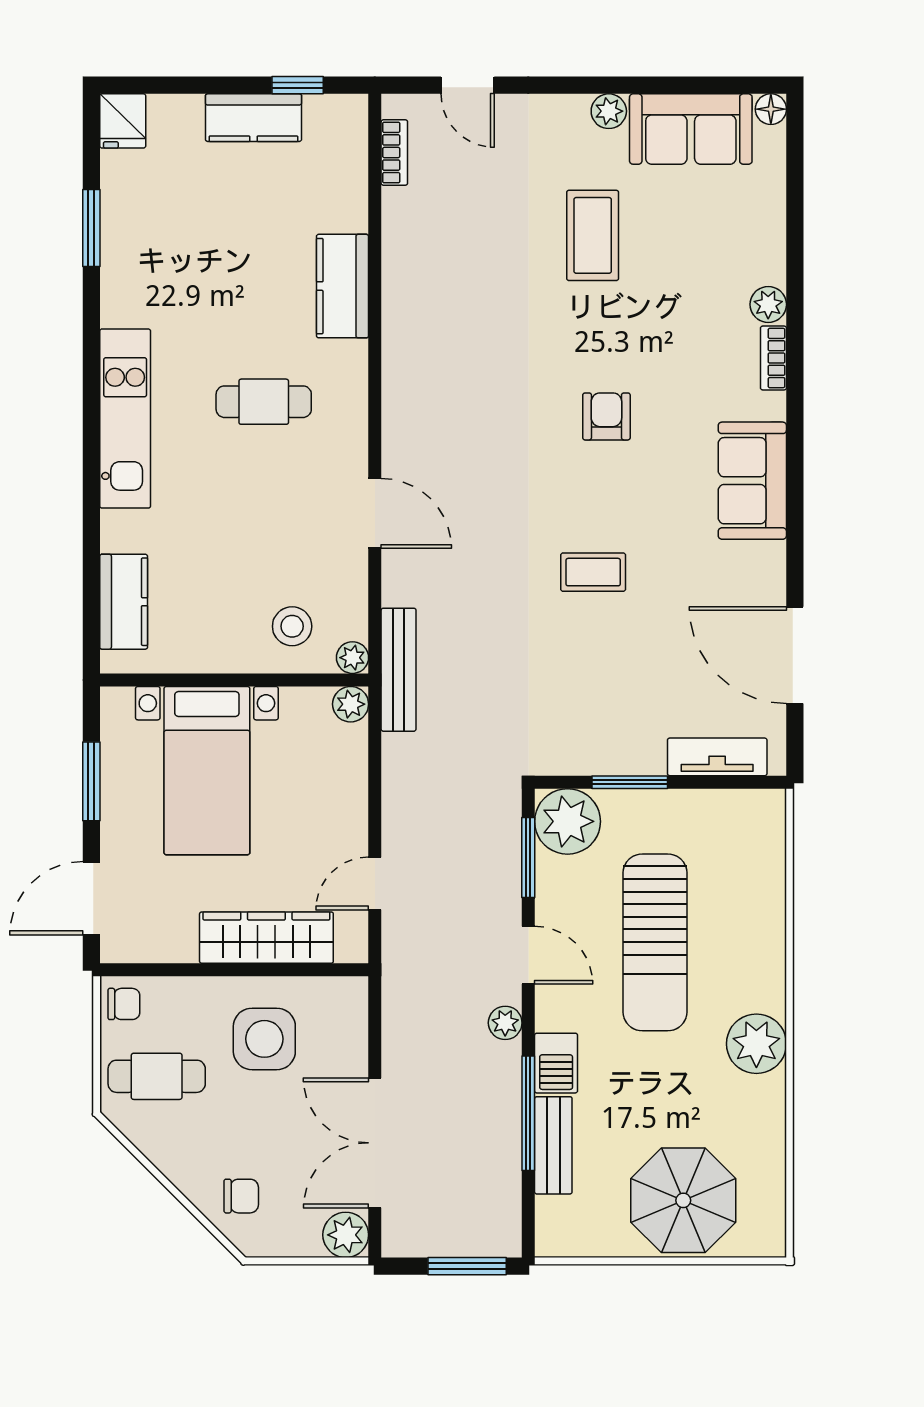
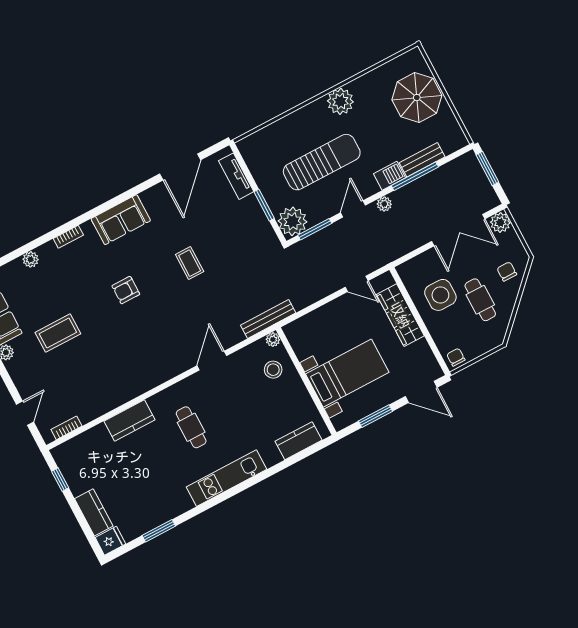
kitchen counter: (253, 118) -> (94, 512), moved
plant: (768, 304) -> (31, 259), moved
plant: (351, 704) -> (292, 331), removed
cafe table: (157, 1076) -> (480, 300), moved

